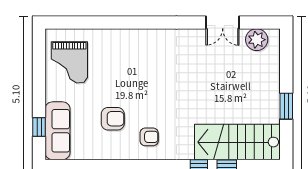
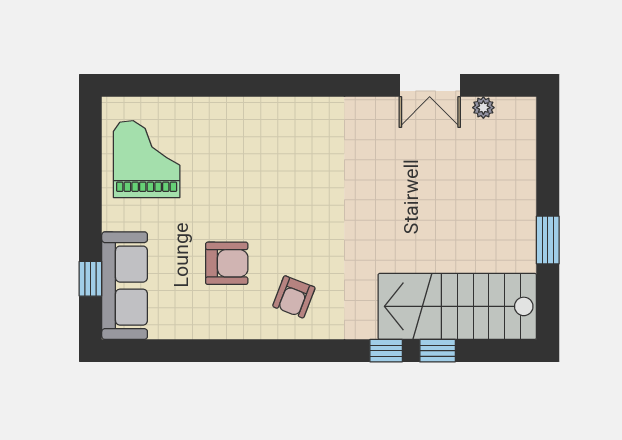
plant: (257, 40) -> (483, 108), width x0.53, depth x0.53
grand piano: (69, 62) -> (147, 159), turned 180
armchair: (149, 137) -> (294, 297), turned 111

